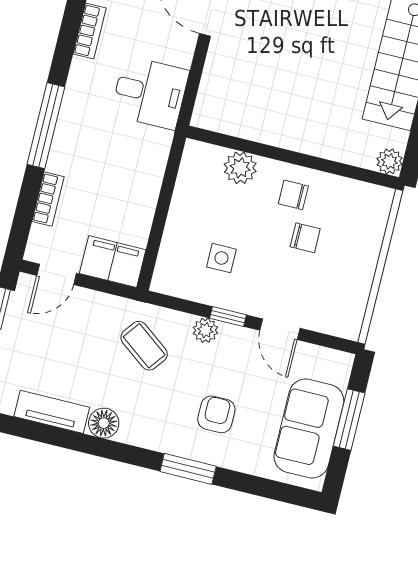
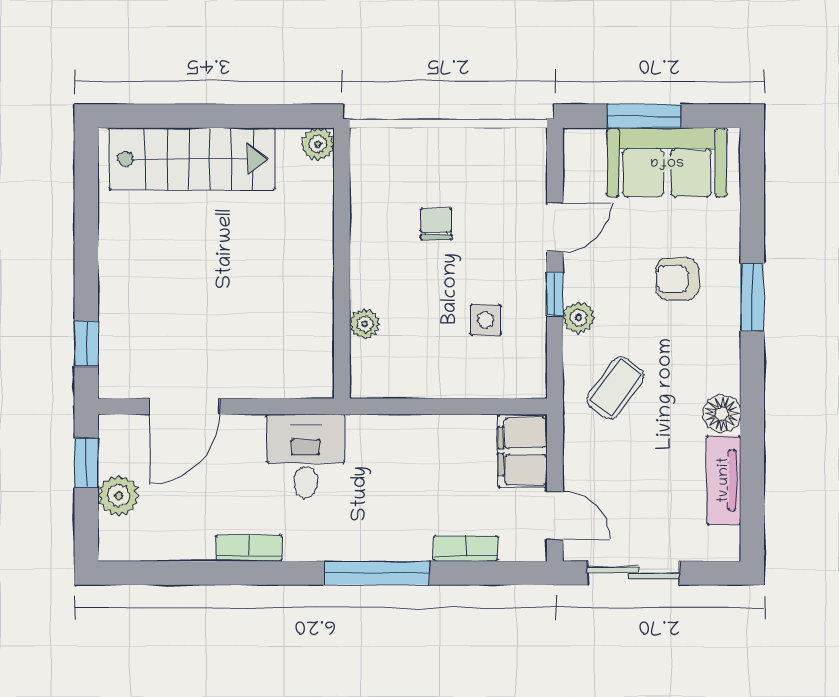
plant: (240, 168) -> (365, 324), width x0.73, depth x0.73
chair: (293, 195) -> (387, 251), removed

